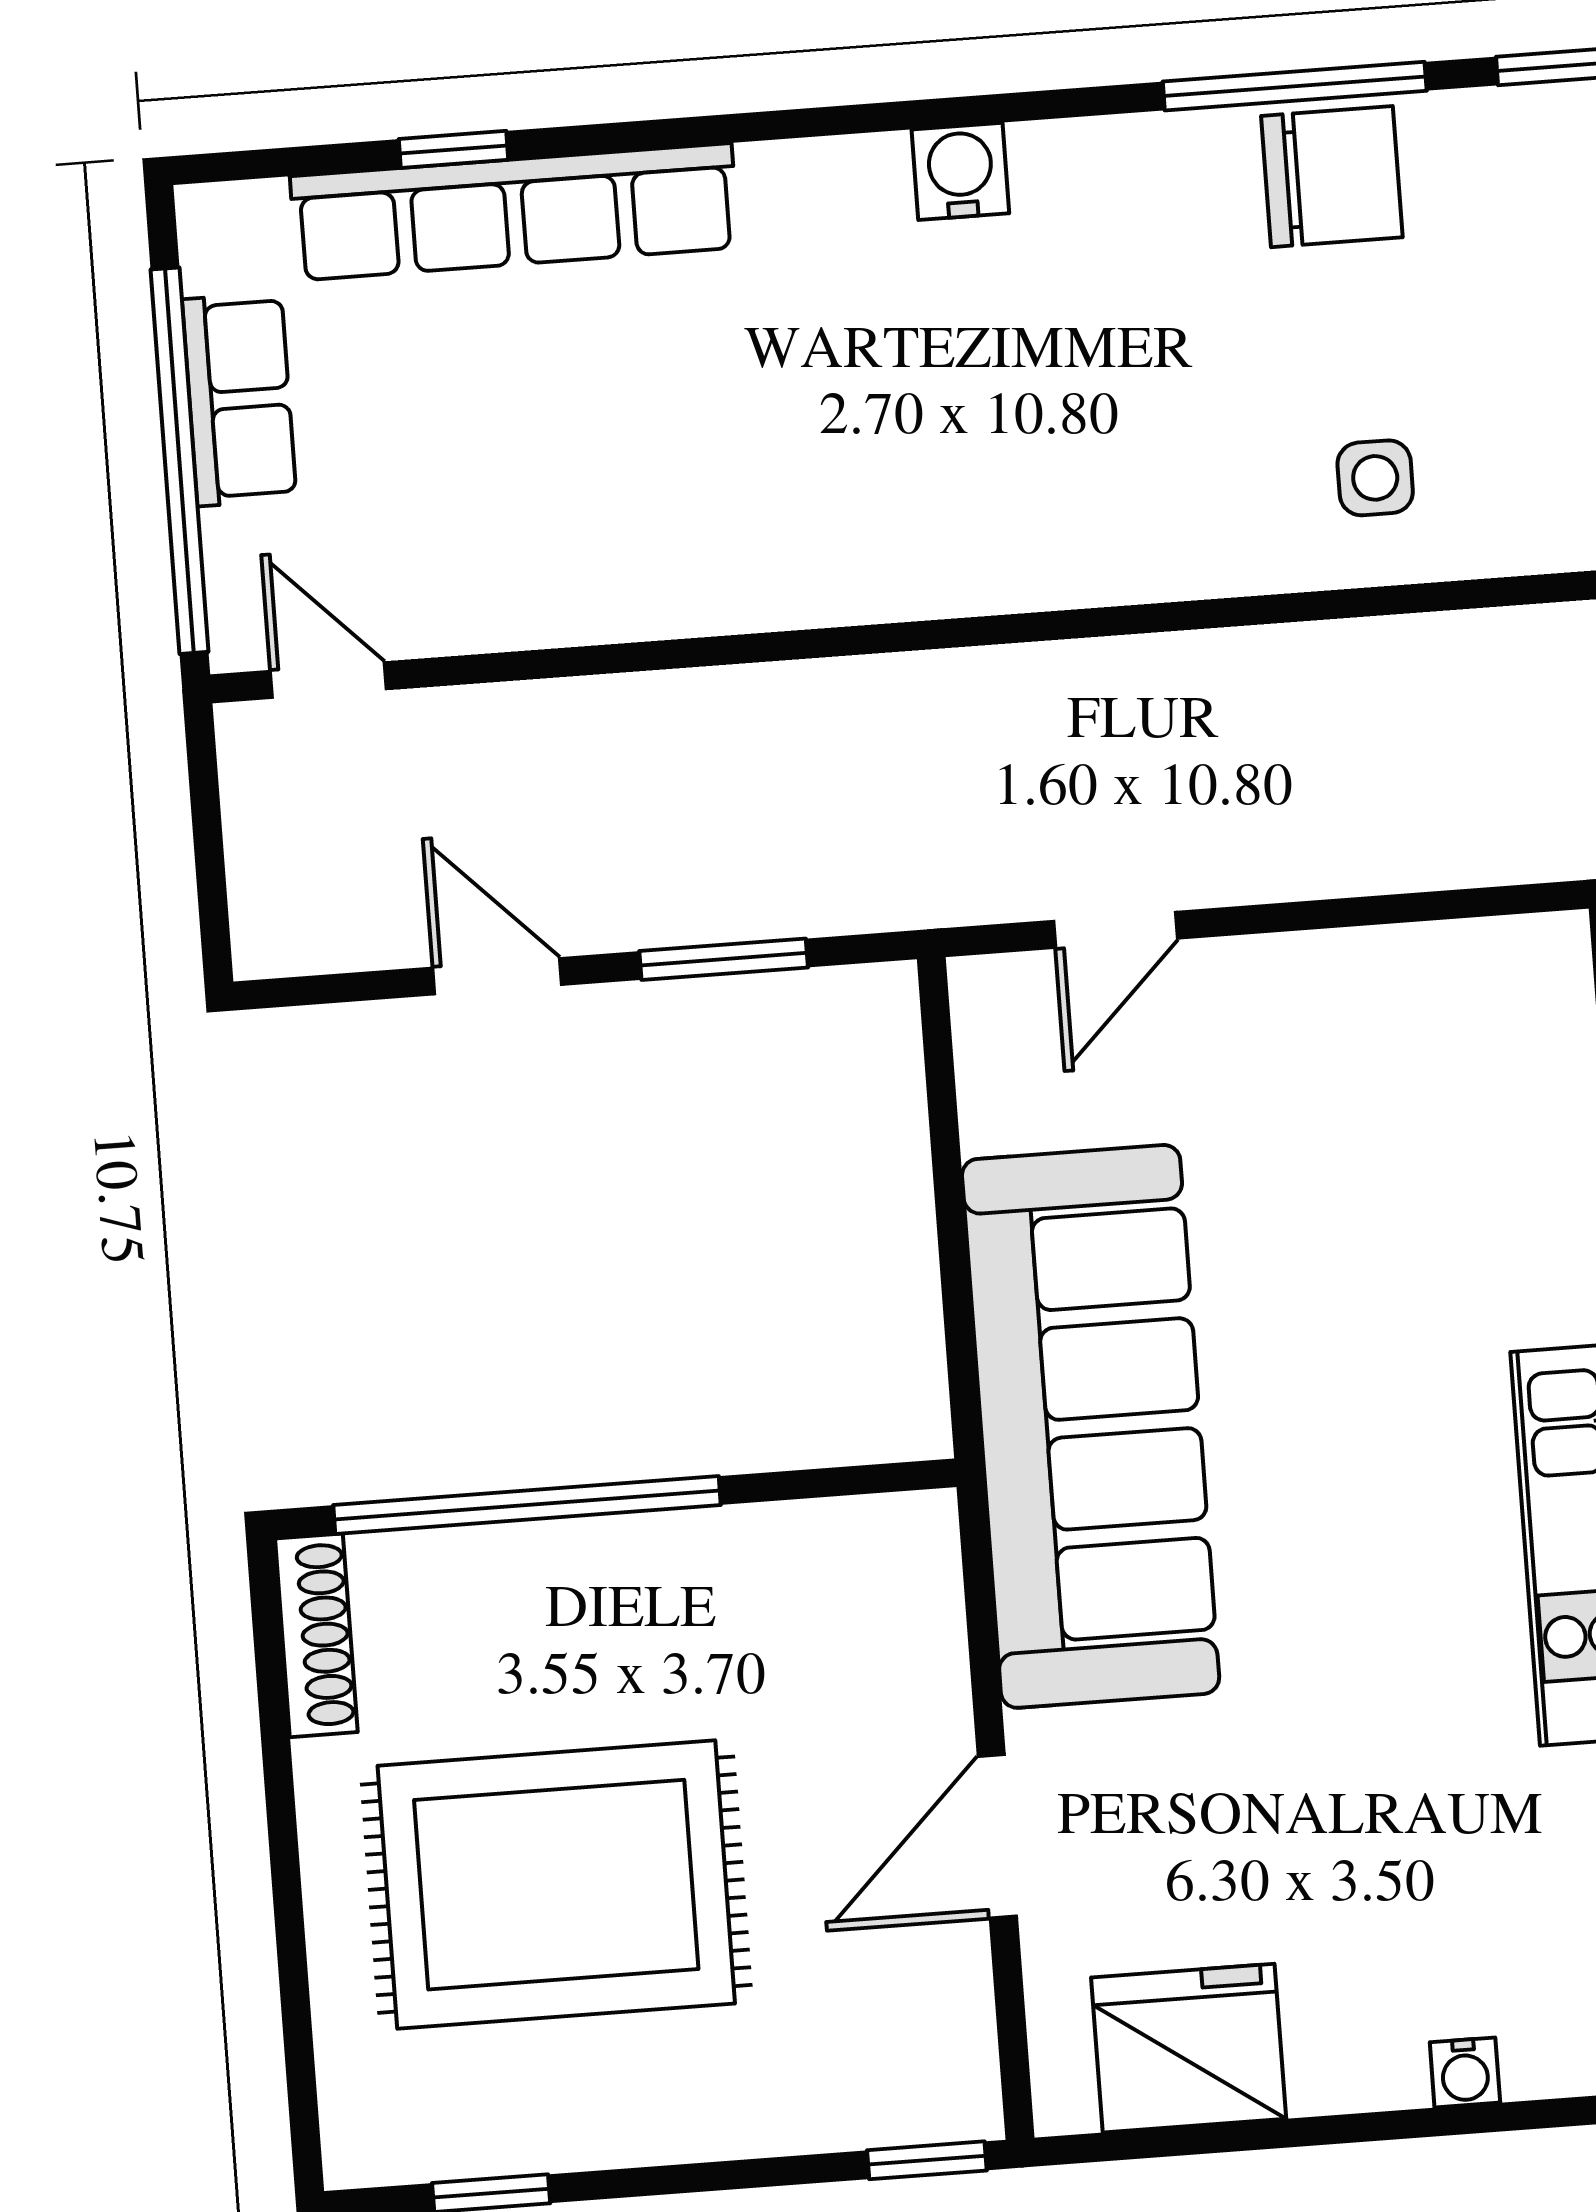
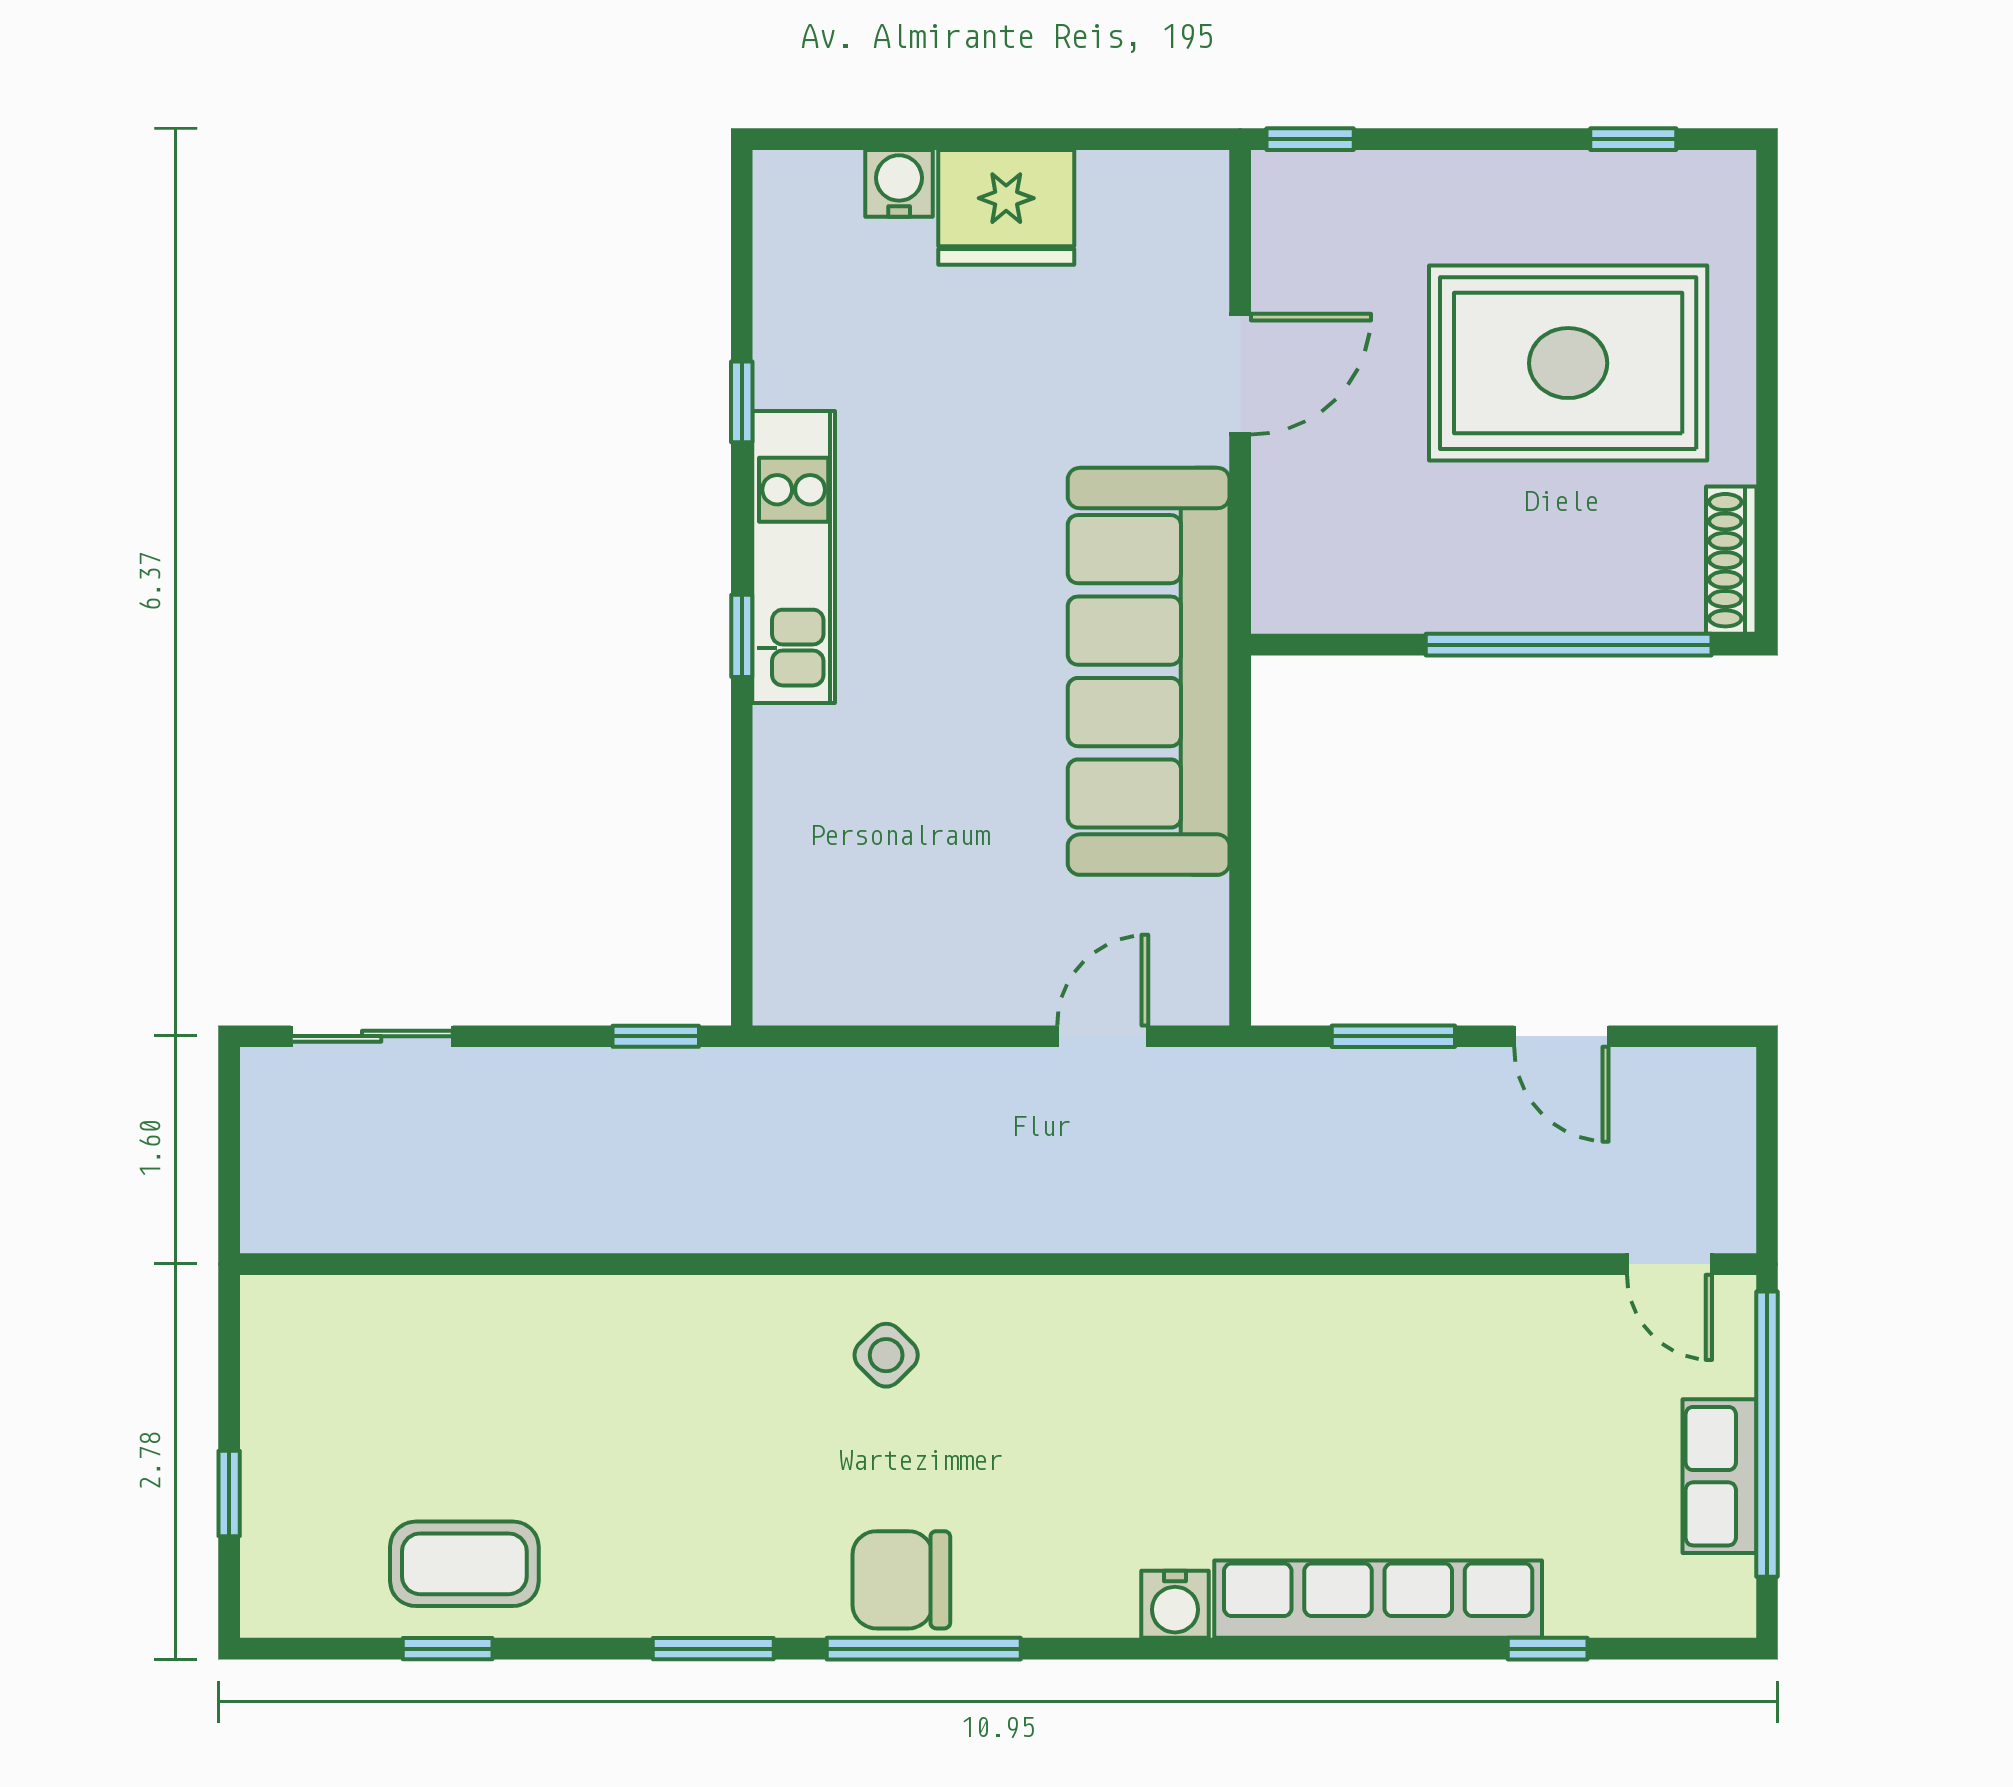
row of seats: (514, 212) -> (1378, 1599), moved
side table: (1375, 478) -> (886, 1355), turned 45
fridge: (1189, 2048) -> (1006, 207), moved
water cooler: (1465, 2072) -> (899, 183), width x1.38, depth x1.38

